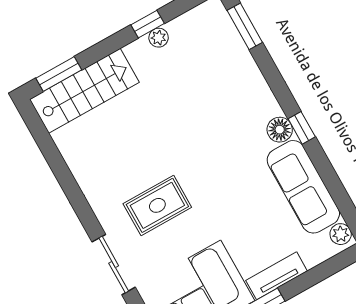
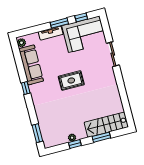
window: (59, 74) -> (101, 137), moved
floor lamp: (280, 130) -> (34, 90), removed
rug: (157, 205) -> (71, 81), moved

